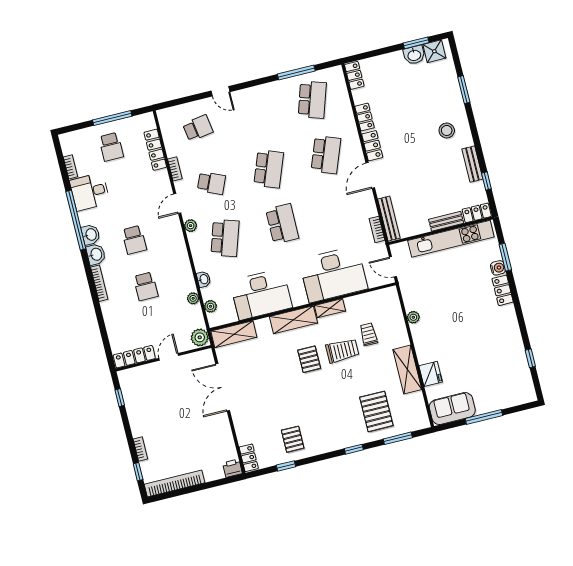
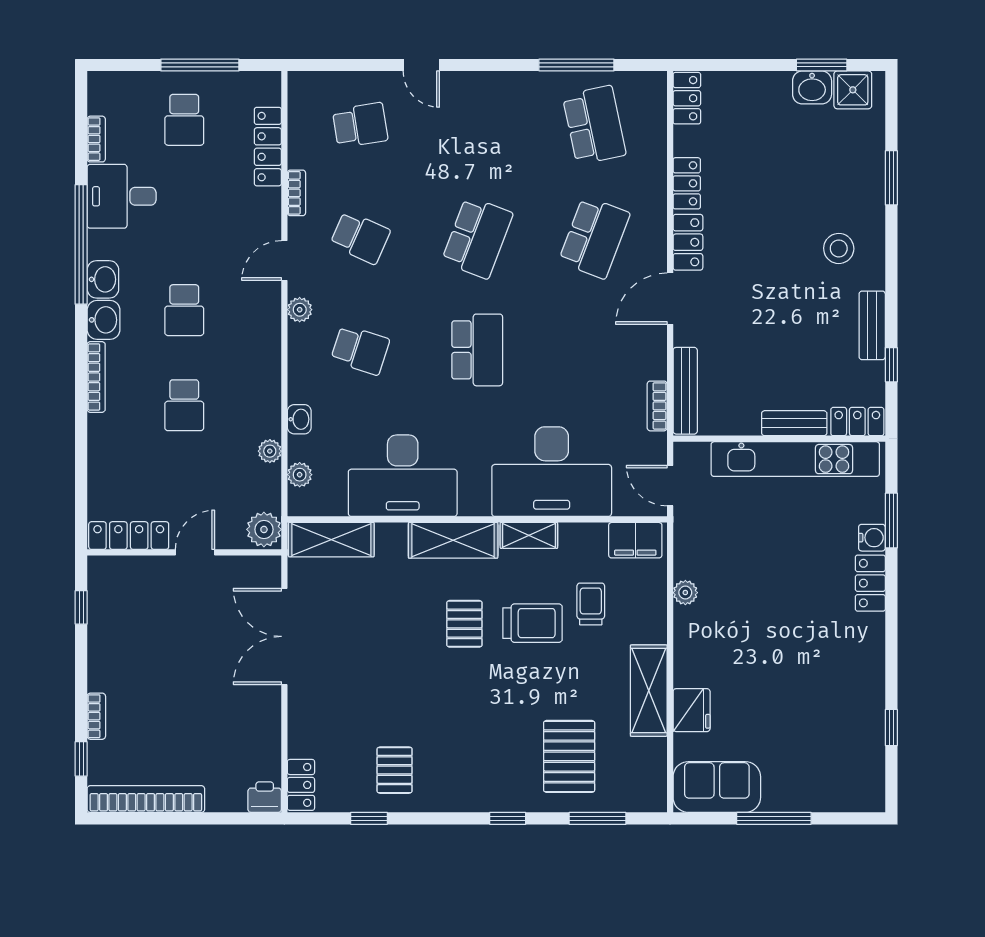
school desk: (312, 100) -> (594, 125), turned -30
school desk: (225, 238) -> (360, 350), width x0.54
filing cabinet: (383, 298) -> (635, 540), added

